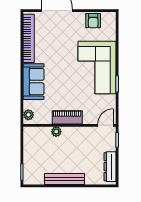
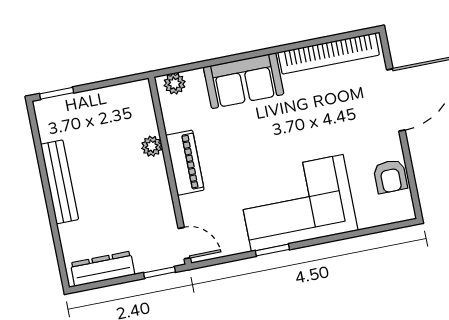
armchair: (93, 21) -> (390, 176), turned -90

